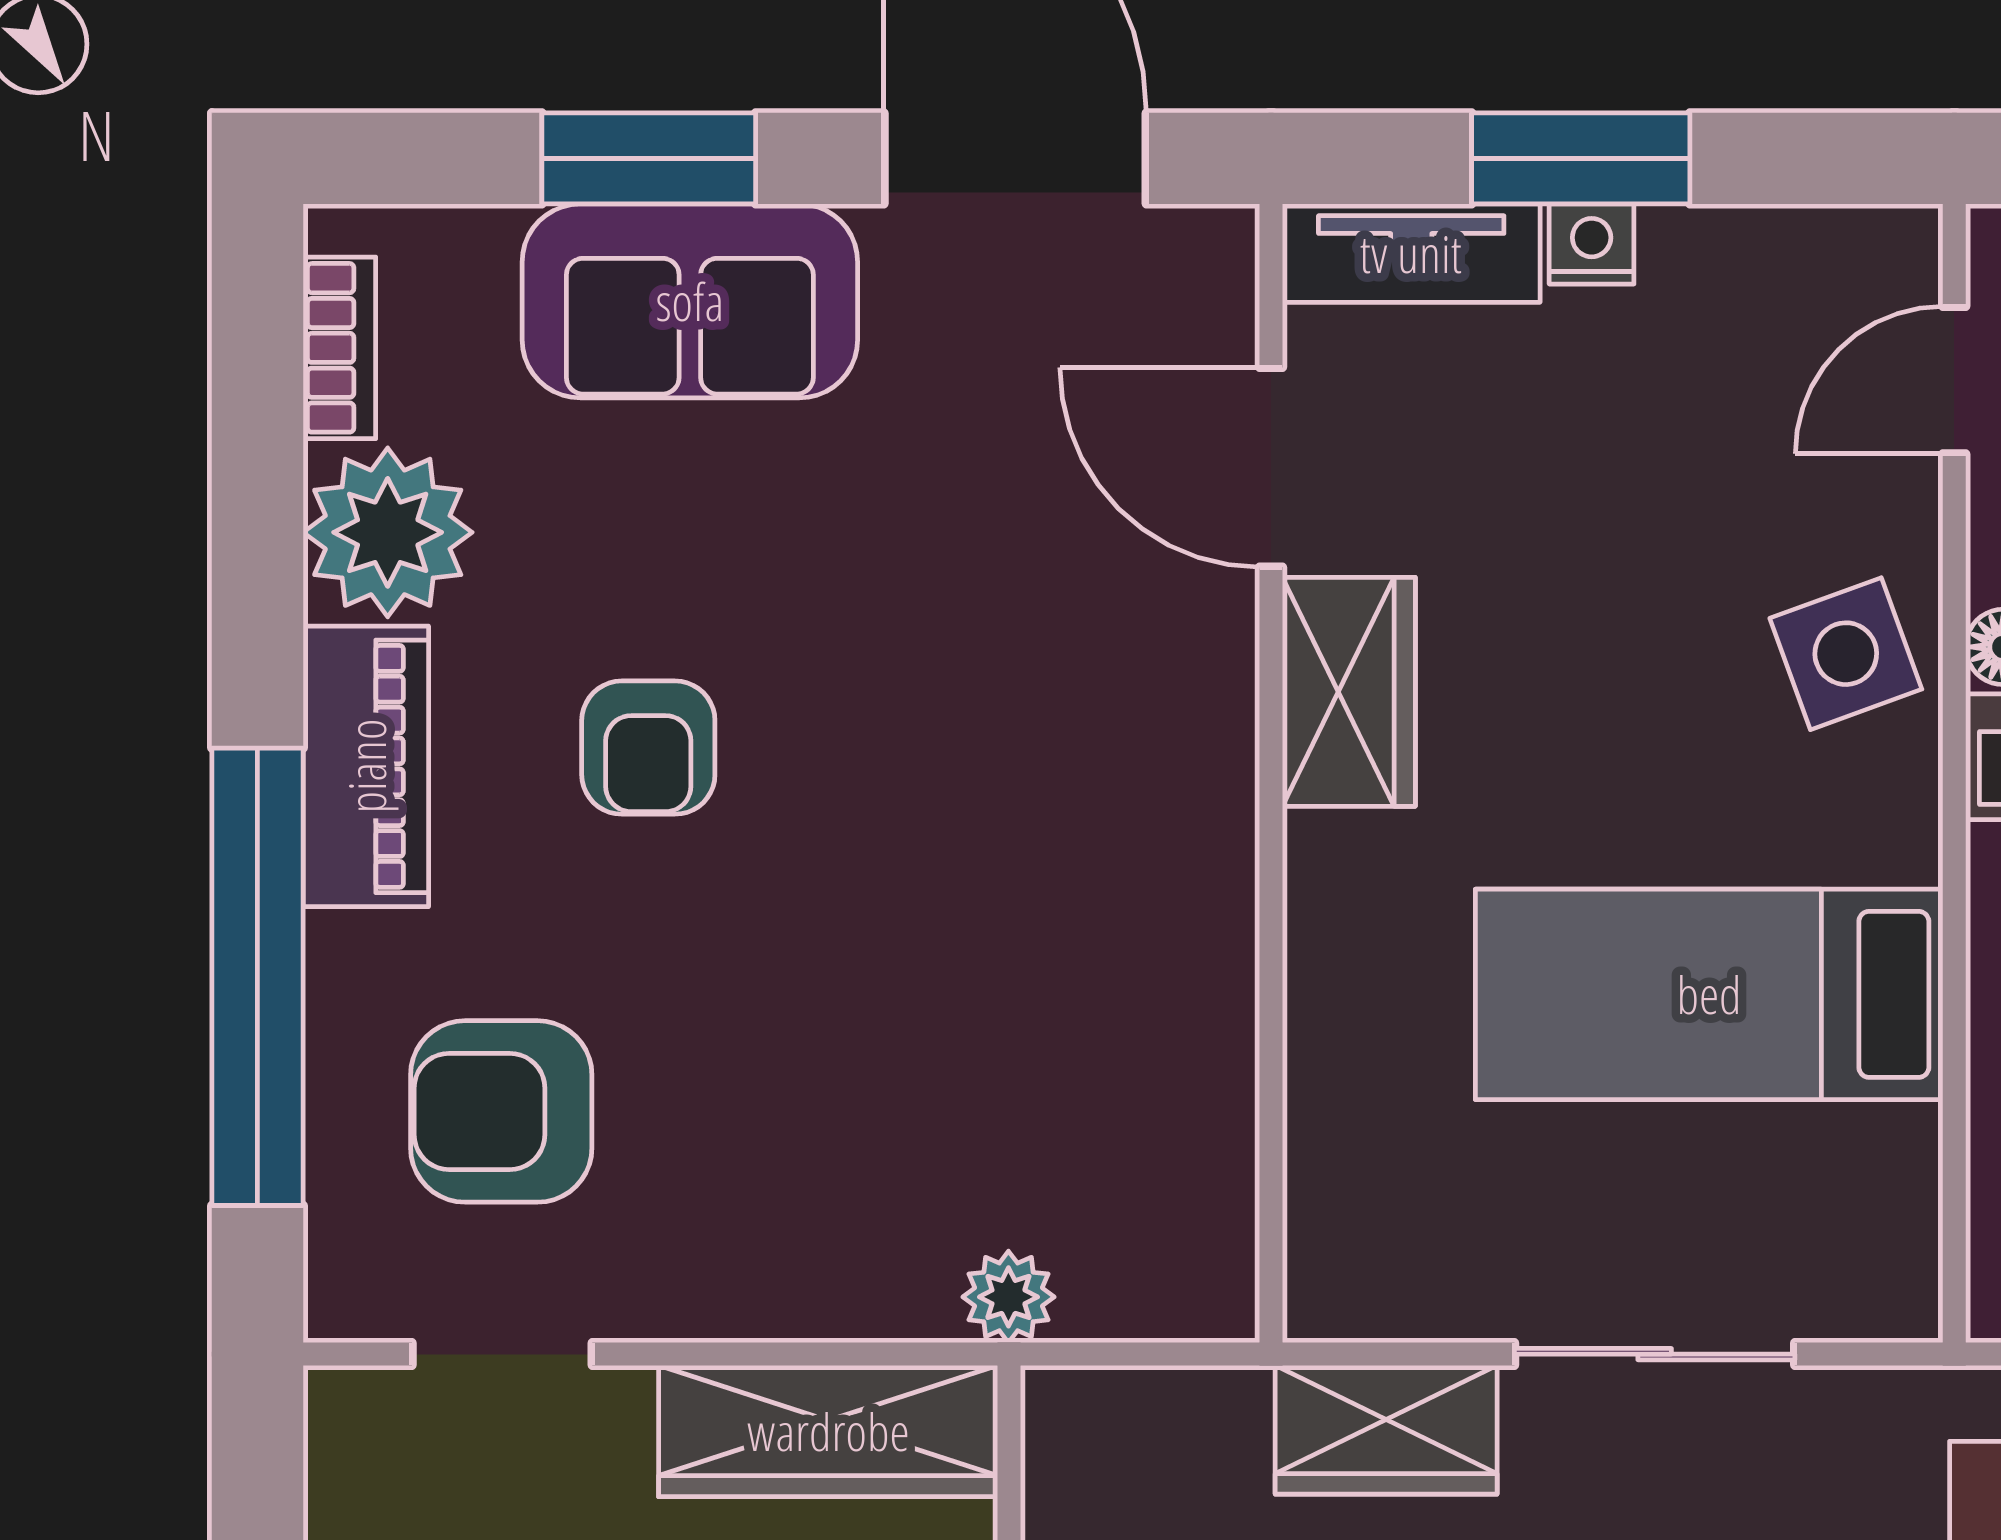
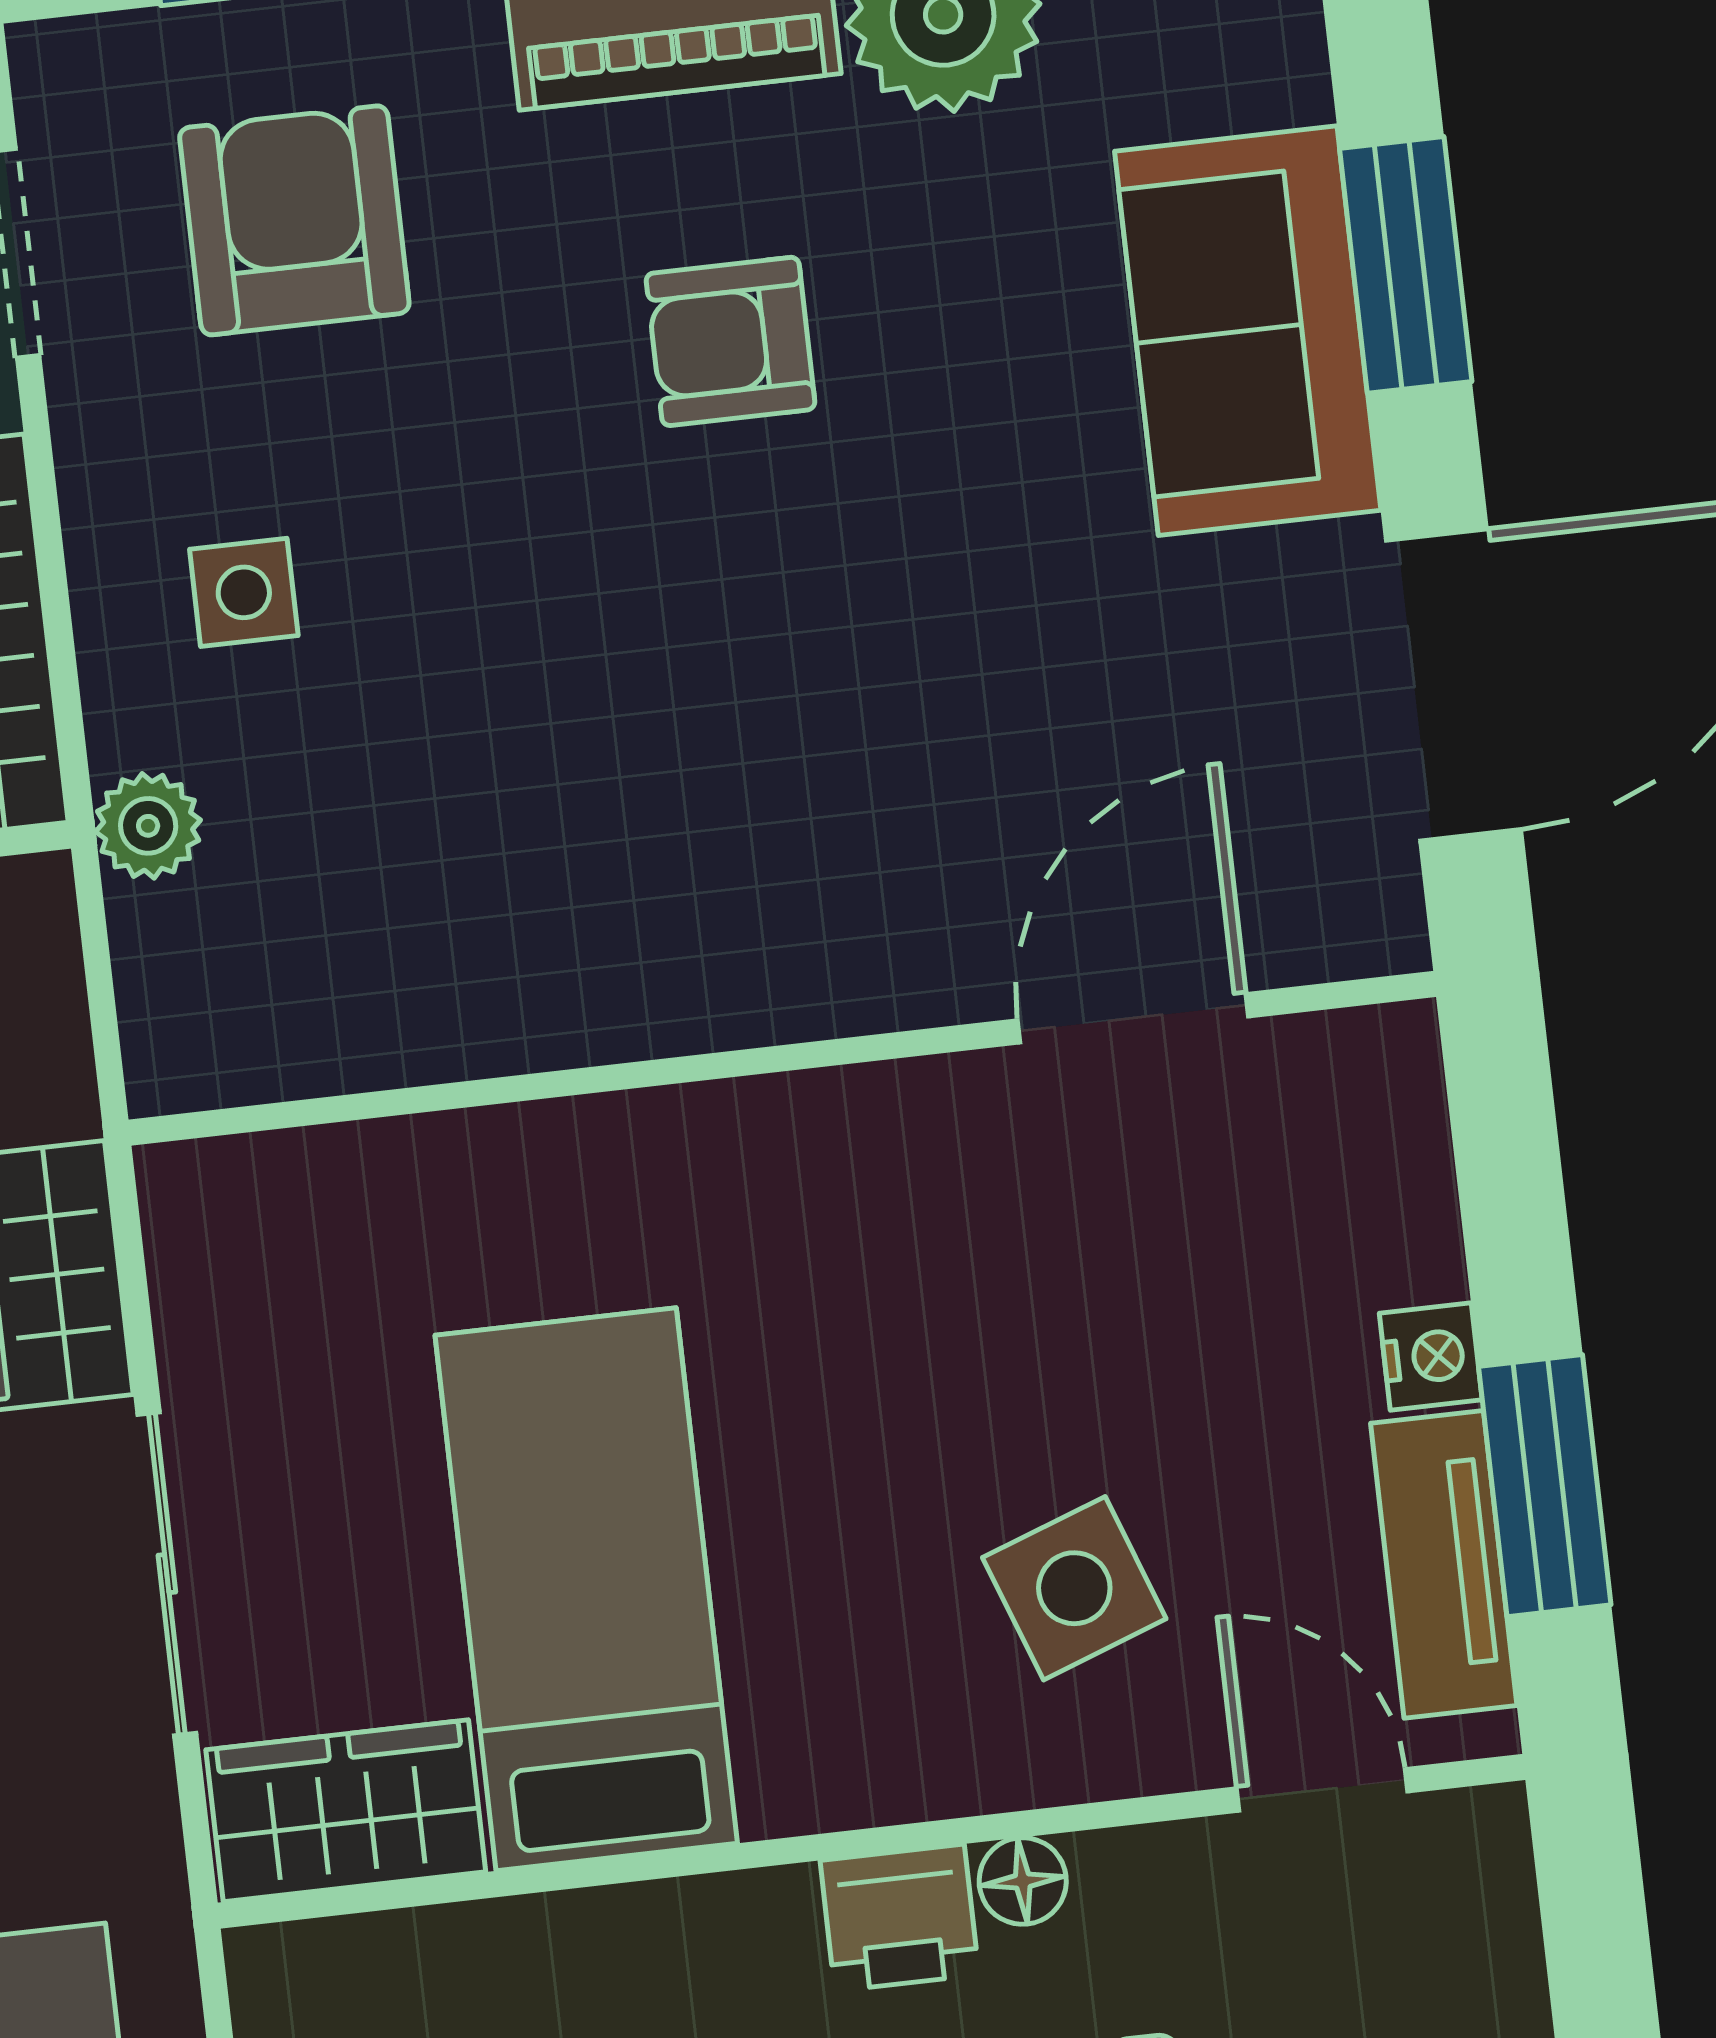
window: (1581, 158) -> (1545, 1486), moved
tv unit: (1411, 253) -> (1444, 1564), moved
side table: (1846, 654) -> (1074, 1588), moved
wardrobe: (1349, 692) -> (346, 1811), moved, turned 180
side table: (817, 1192) -> (244, 592), added

